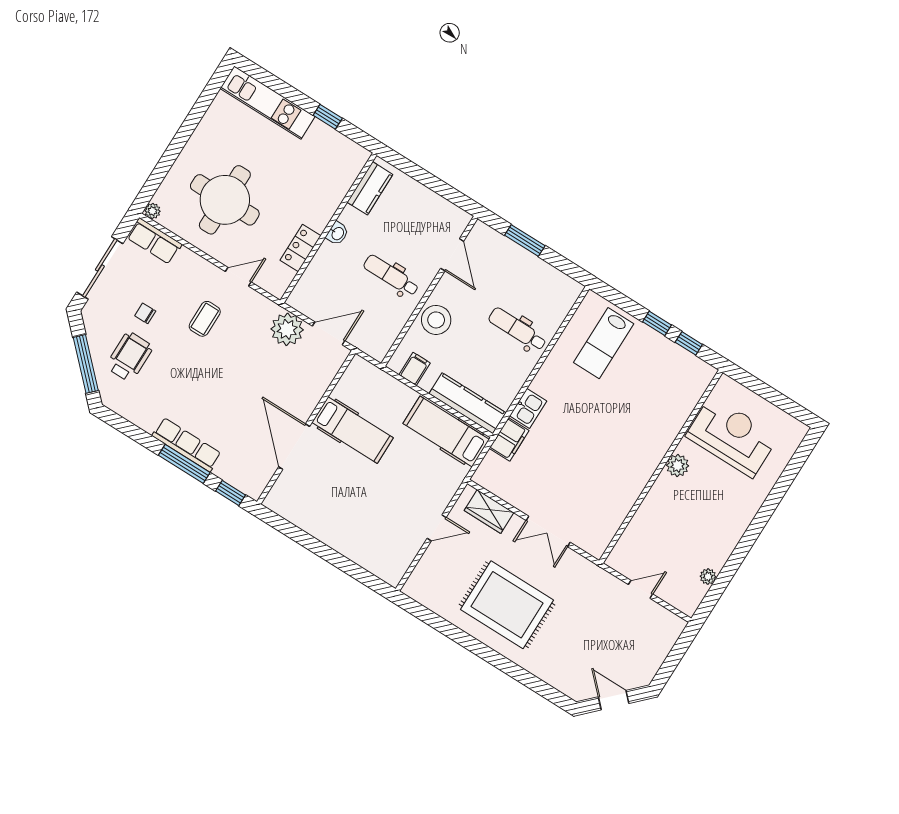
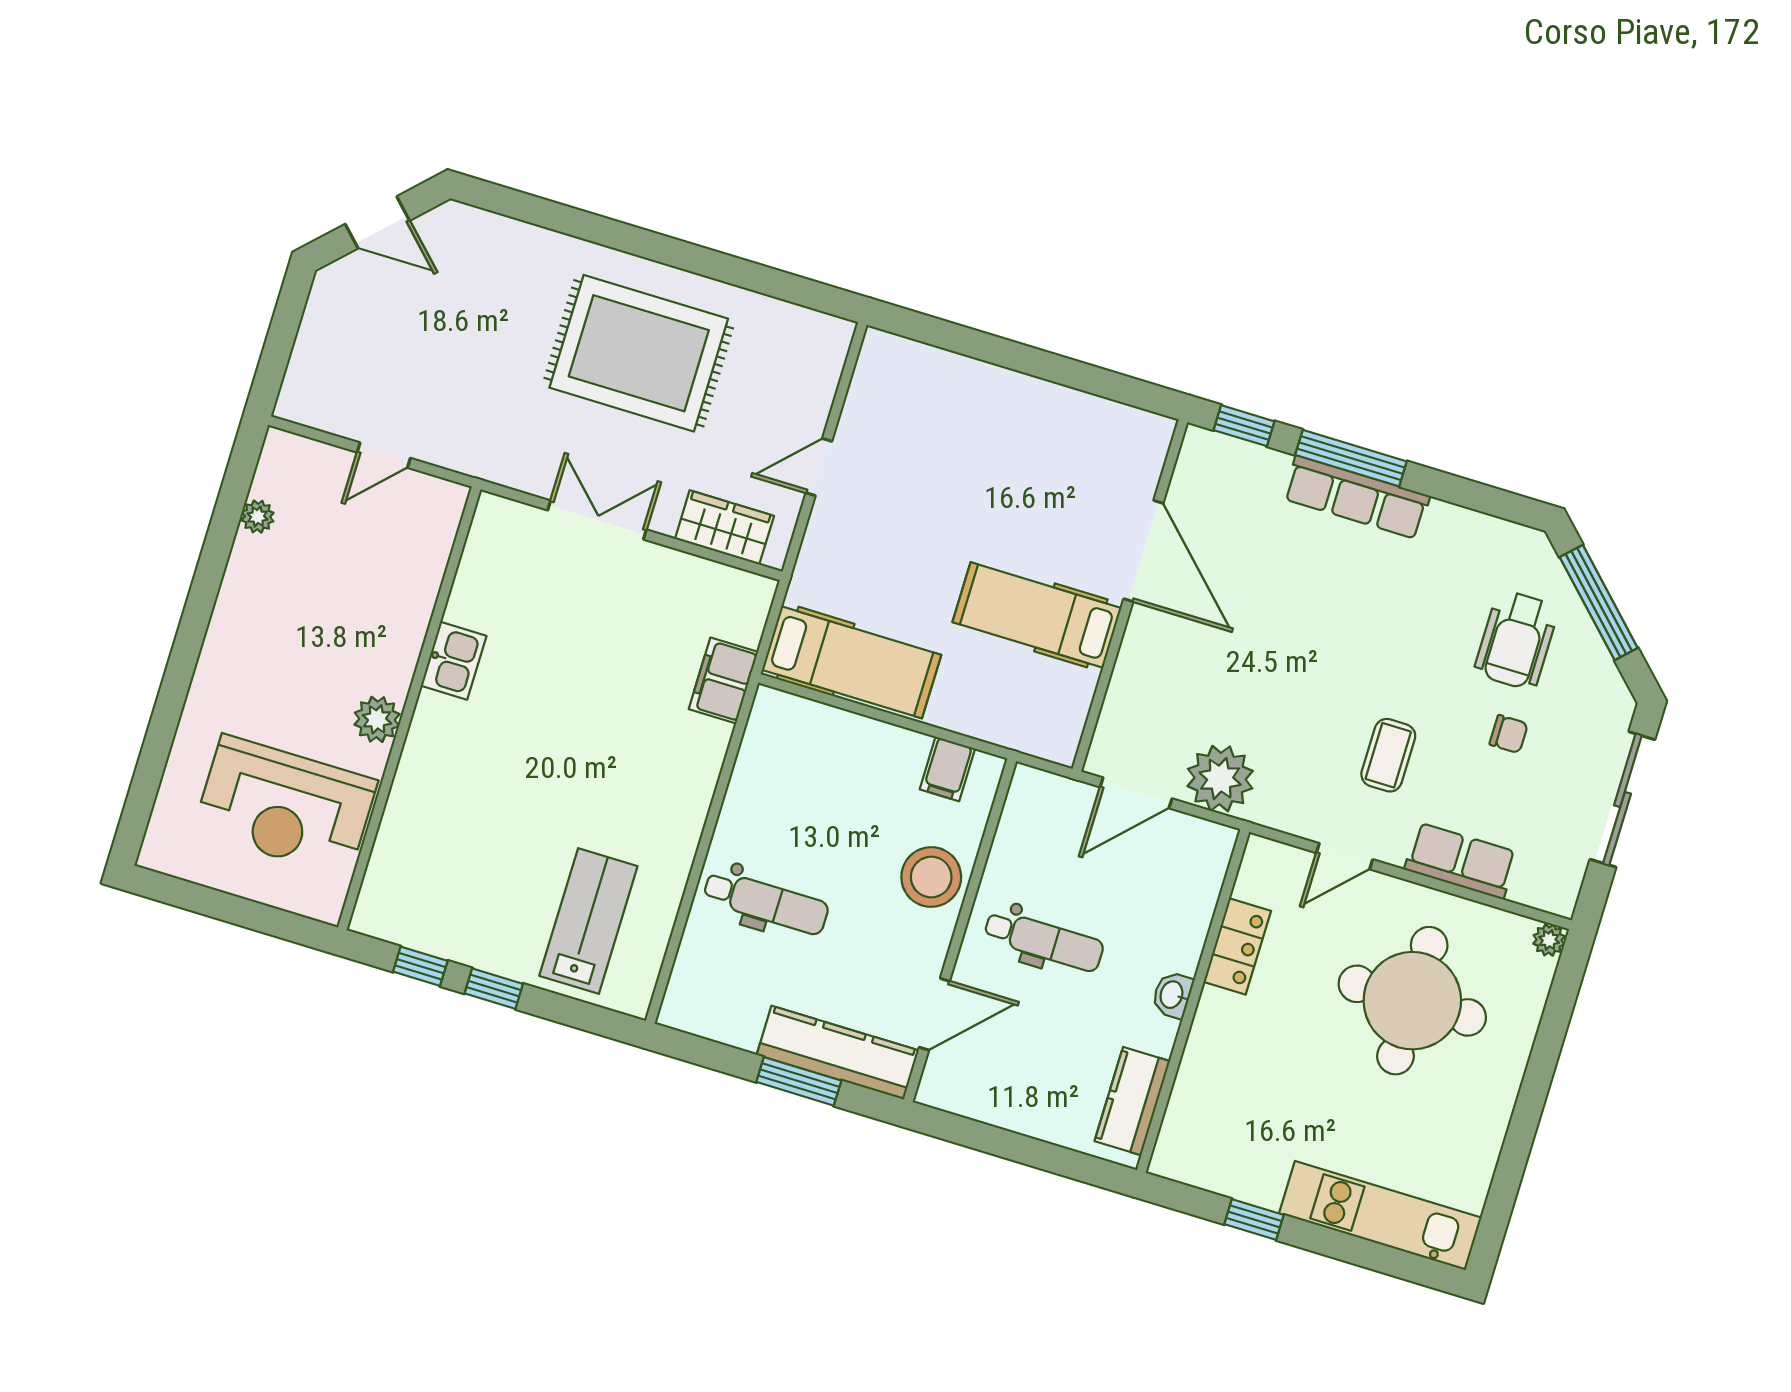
row of seats: (154, 241) -> (1461, 861), moved
door: (452, 255) -> (934, 1014), swing flipped
kitchen counter: (467, 403) -> (838, 1053), moved, turned 180
kitchen sink: (528, 408) -> (454, 661), moved, turned 180

